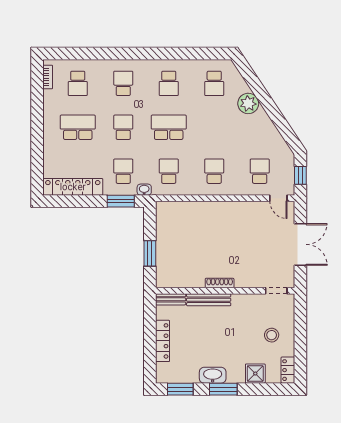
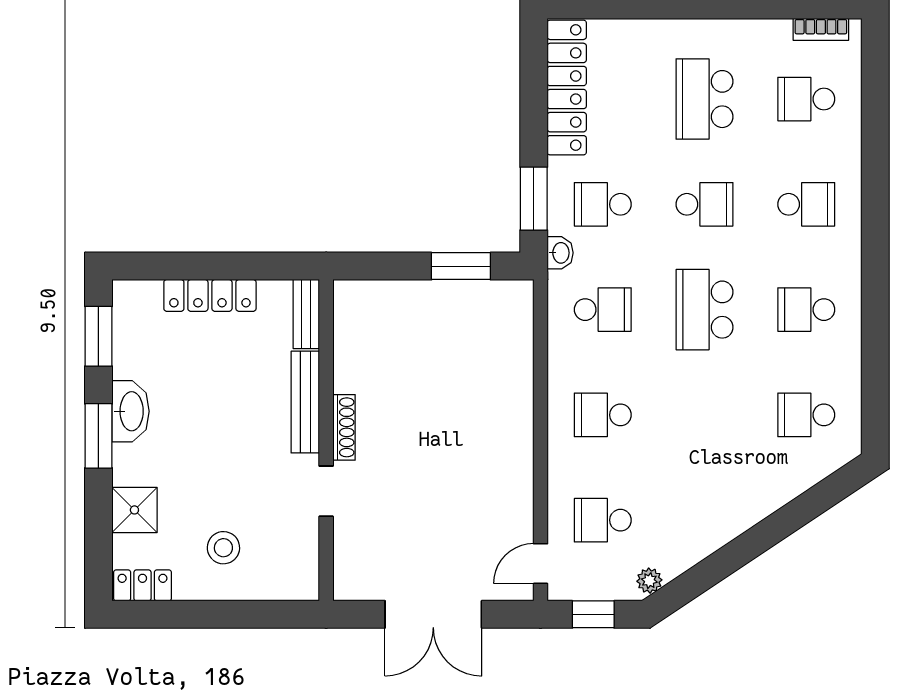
plant: (248, 103) -> (649, 581), moved, width x0.53, depth x0.53
school desk: (78, 127) -> (705, 99), turned 180
school desk: (169, 127) -> (705, 310), turned 180
school desk: (123, 171) -> (603, 204), turned 180
school desk: (214, 171) -> (603, 415), turned 180
school desk: (260, 171) -> (603, 520), turned 180
window: (150, 253) -> (461, 266), moved
doorway: (276, 291) -> (326, 491), moved

